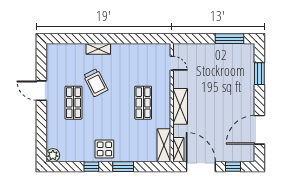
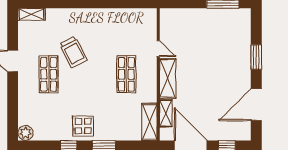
shelving: (98, 49) -> (31, 14), moved
door: (172, 63) -> (158, 49), moved
window: (259, 74) -> (256, 57), moved
shelving: (178, 150) -> (166, 113), moved

